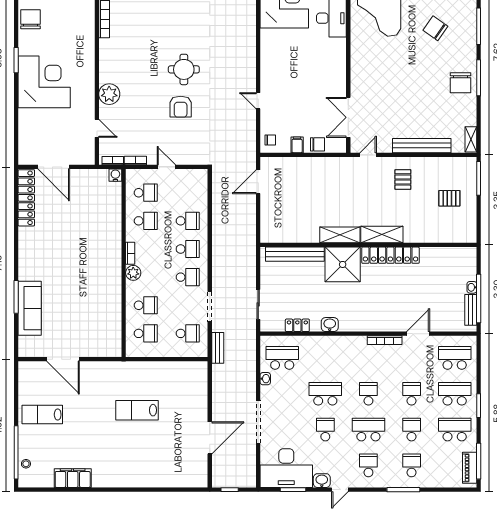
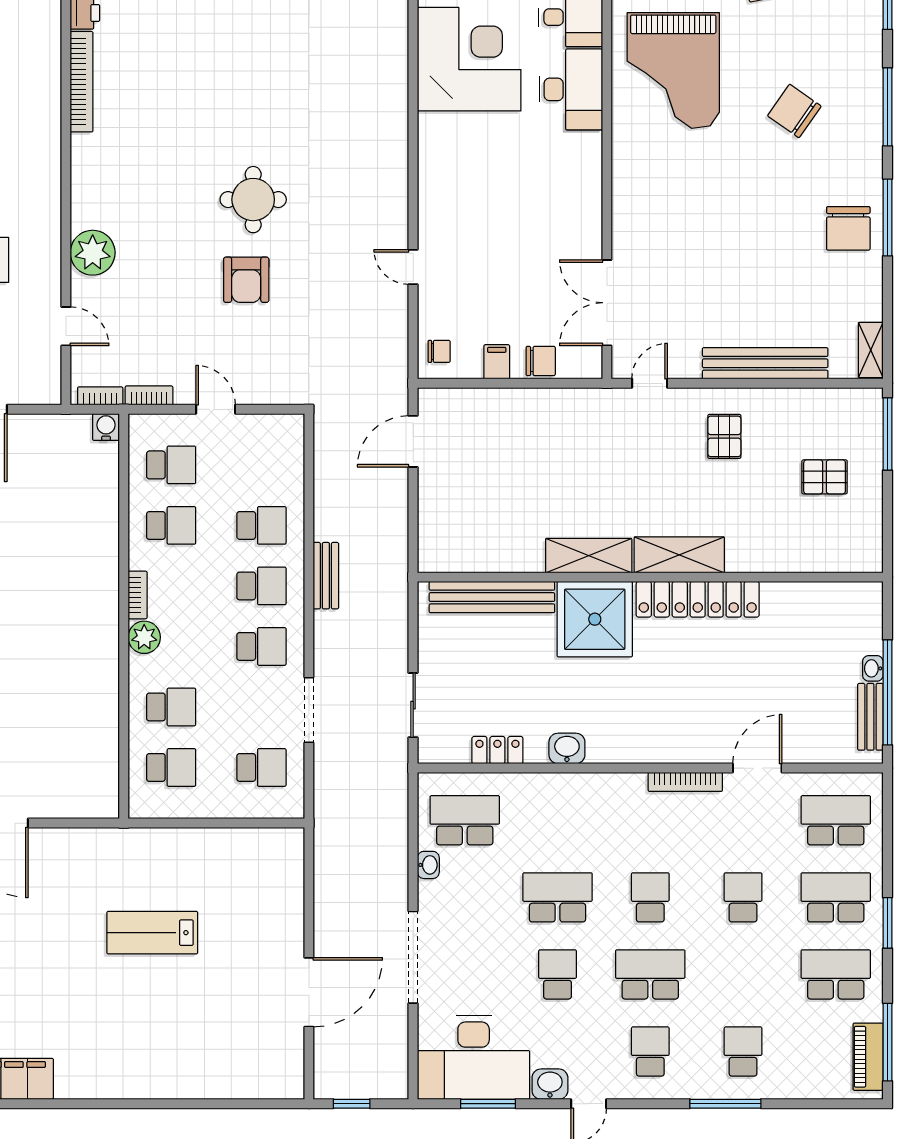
bench: (218, 348) -> (326, 576), moved
school desk: (412, 430) -> (743, 974), removed

